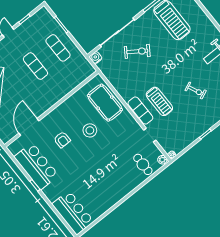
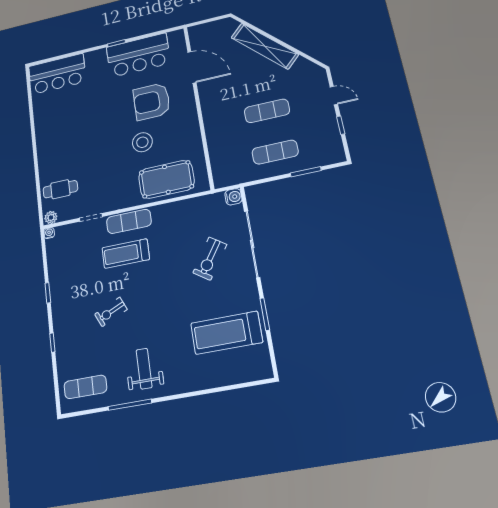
armchair: (62, 140) -> (152, 101), width x1.88, depth x1.88

